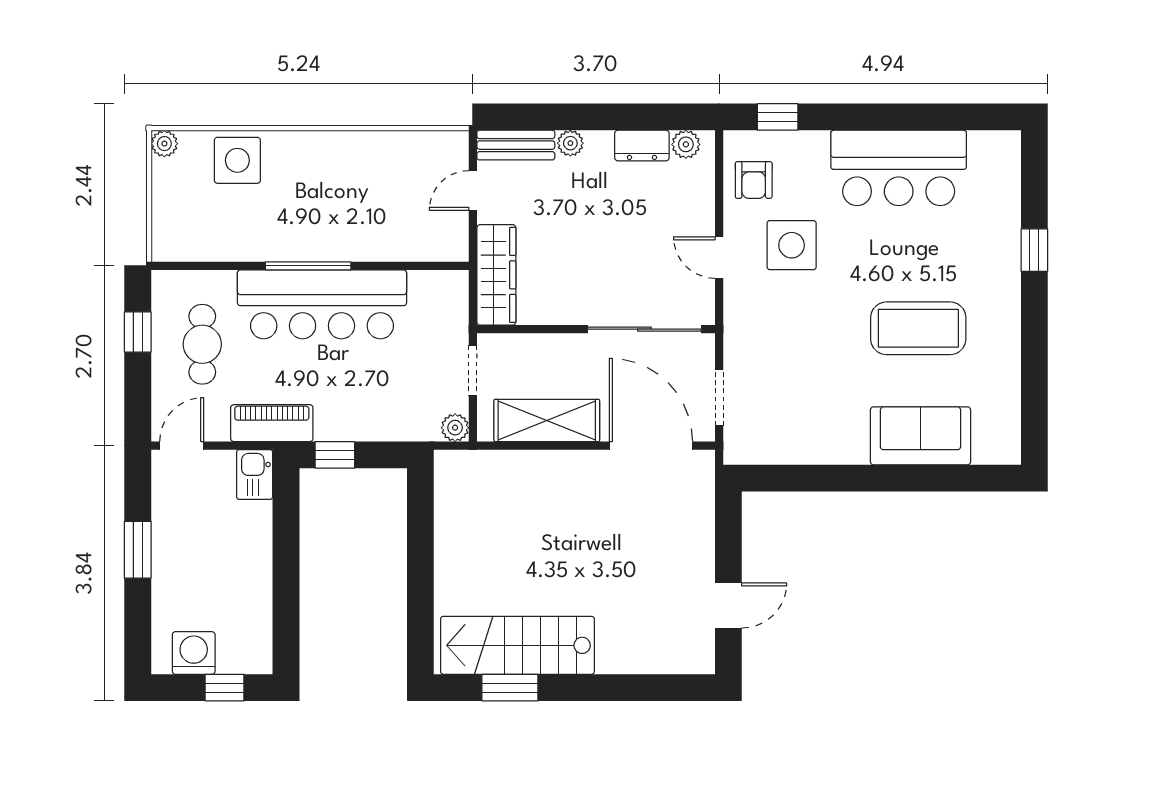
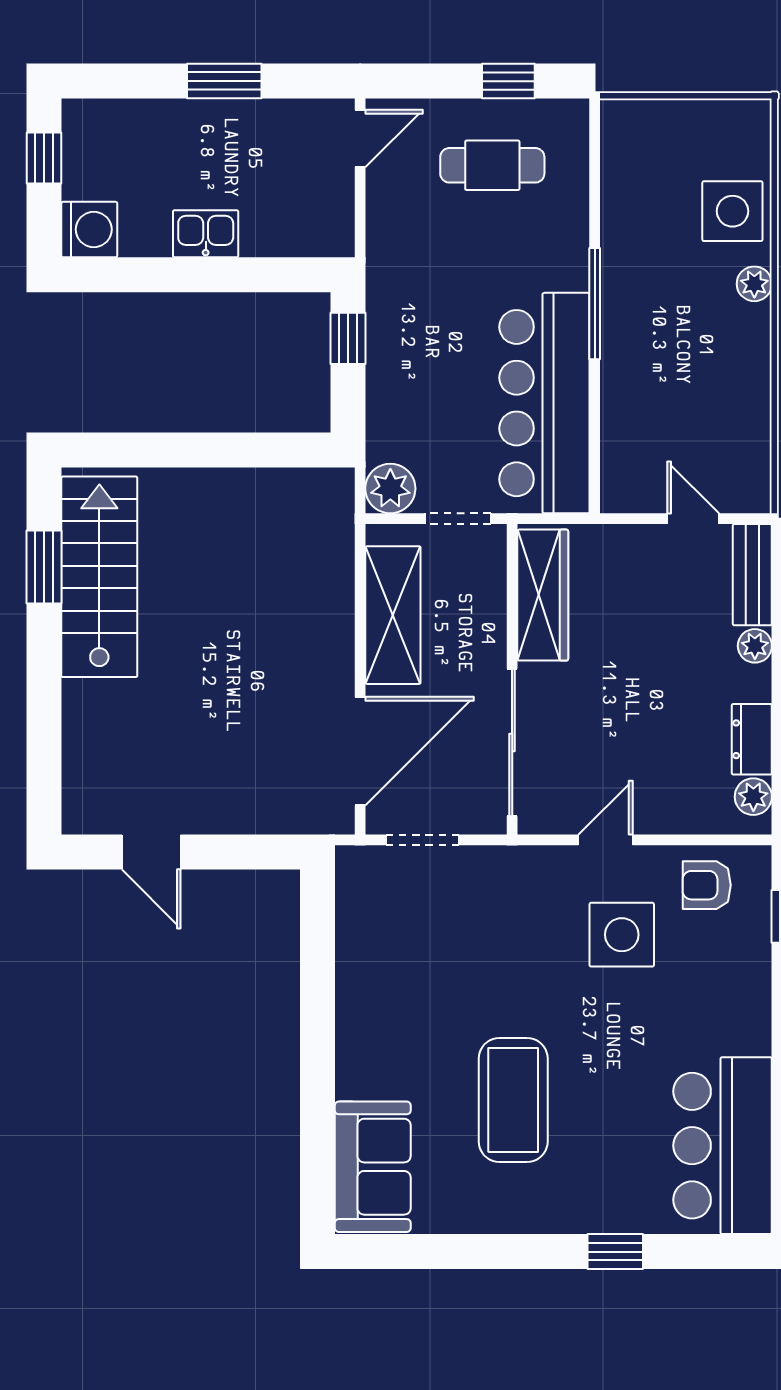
plant: (164, 144) -> (754, 284), moved
bar counter: (899, 168) -> (723, 1146), moved
wardrobe: (496, 275) -> (543, 595), moved, turned -90
bar counter: (322, 304) -> (544, 403), moved
piano: (272, 423) -> (389, 256), removed
plant: (455, 428) -> (390, 489), width x1.38, depth x1.38
sofa: (920, 436) -> (373, 1167), moved
door: (182, 446) -> (360, 139), hinge flipped
kitchen sink: (255, 474) -> (206, 234), moved
washing machine: (194, 653) -> (89, 229), moved
window: (225, 688) -> (44, 158), moved

